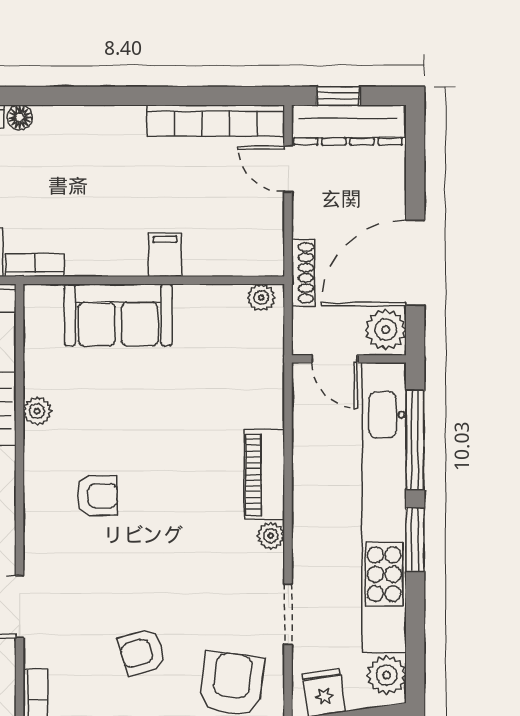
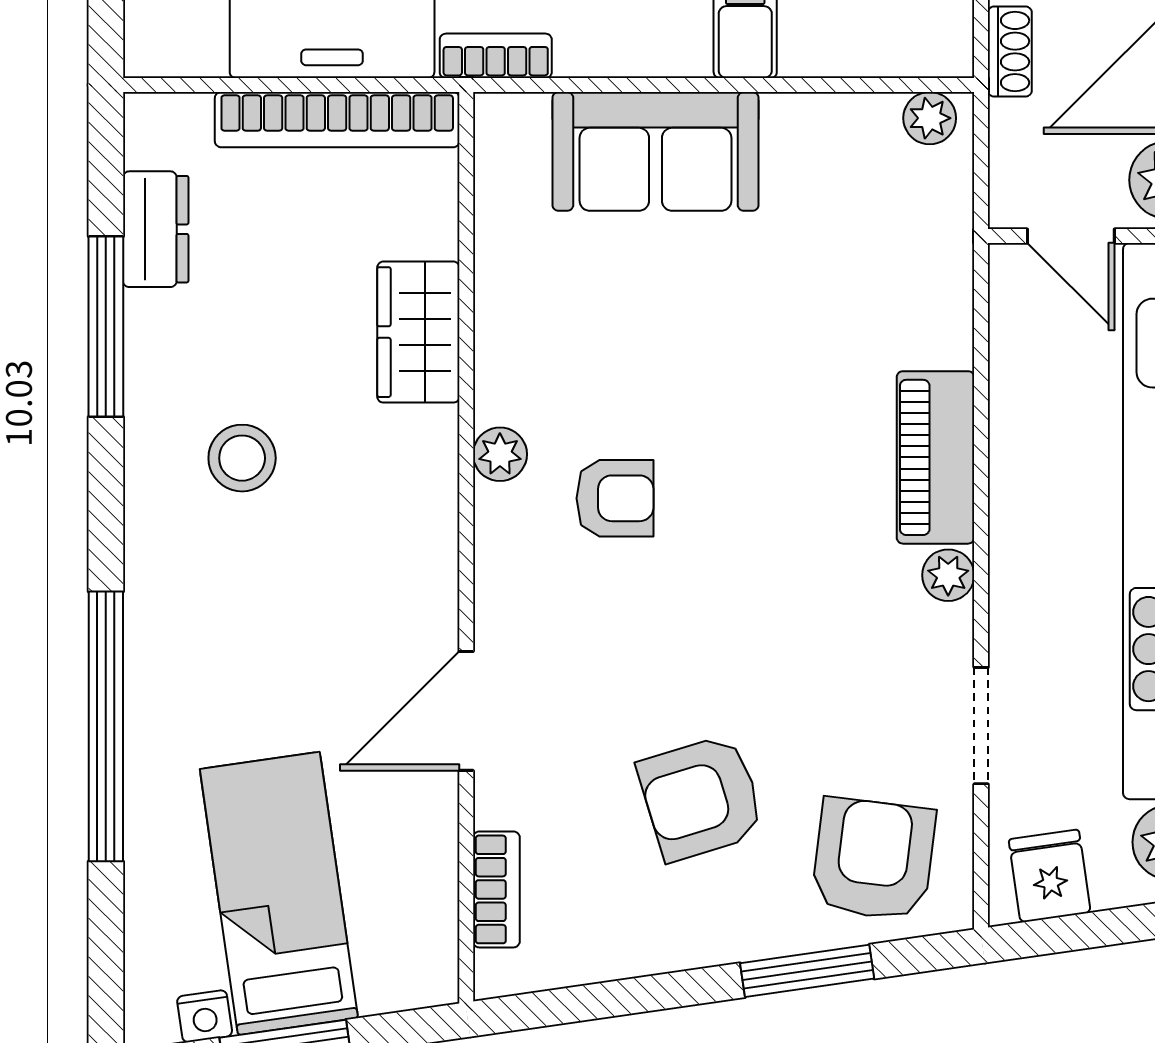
shoe rack: (303, 273) -> (1010, 52), width x0.70
plant: (37, 411) -> (500, 454), moved
armchair: (142, 652) -> (701, 798), width x1.38, depth x1.38

